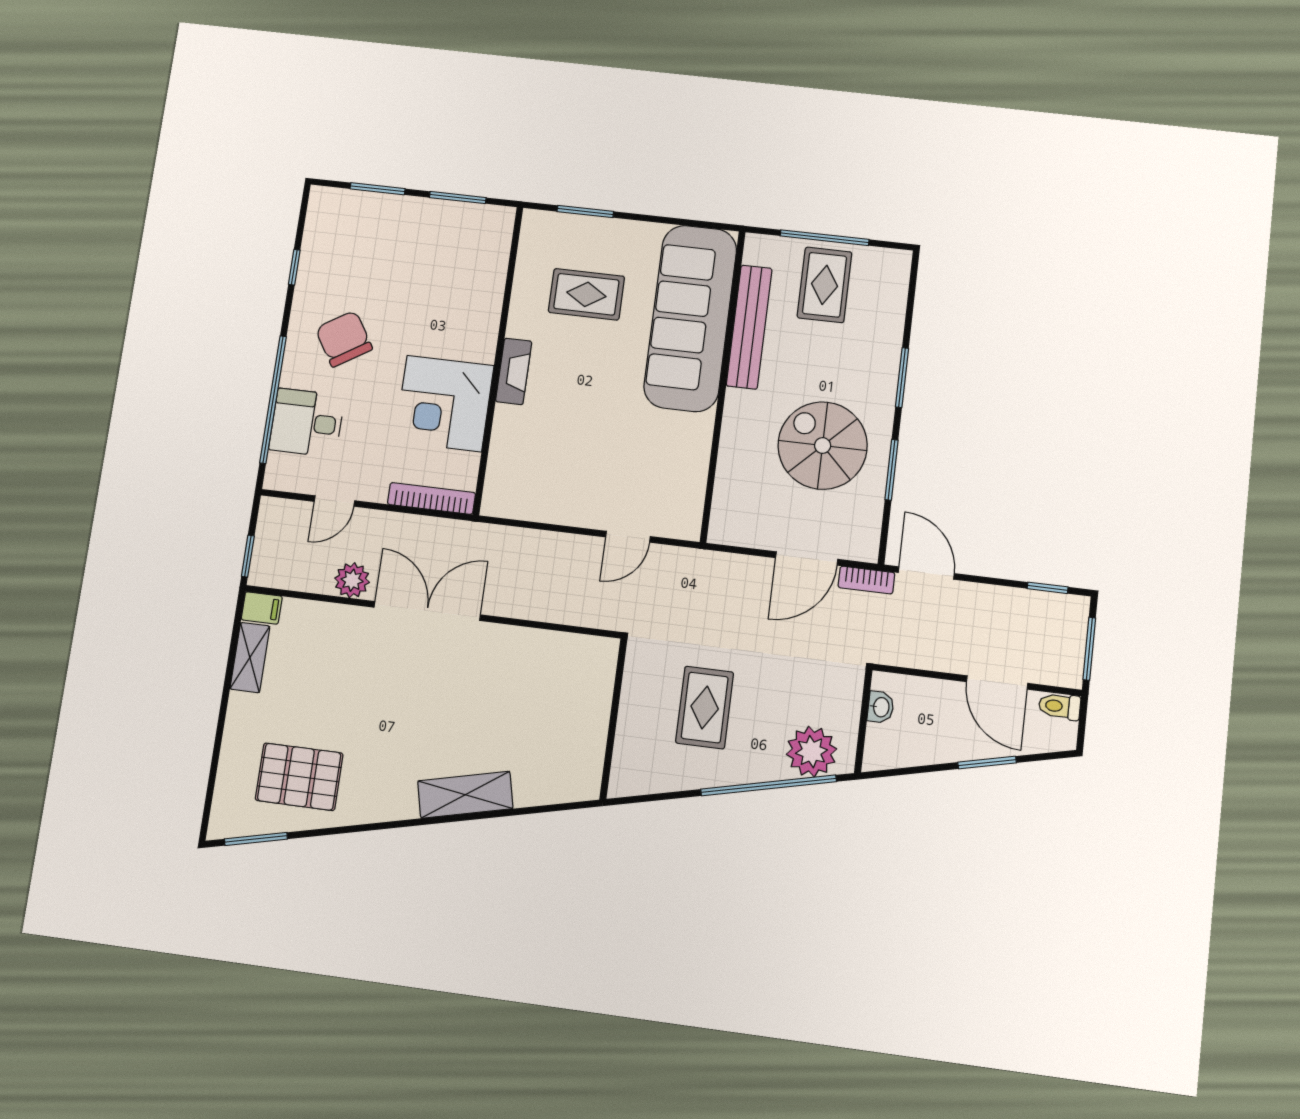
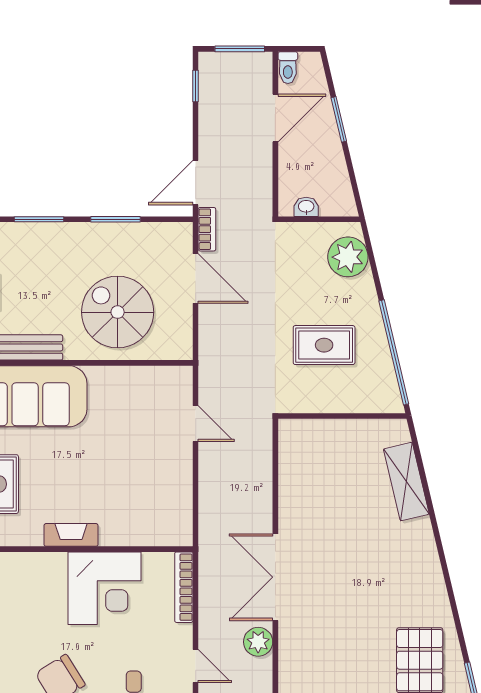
spiral stairs: (823, 446) -> (118, 312), moved, turned 90
window: (768, 785) -> (394, 352), moved
shelving: (465, 795) -> (406, 482), moved

